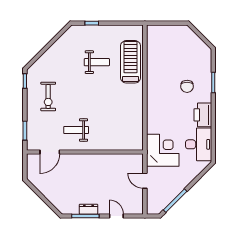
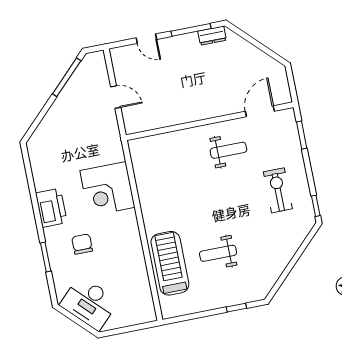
treadmill: (131, 62) -> (170, 263), turned 180
desk: (199, 144) -> (89, 303), moved, turned -45
corner desk: (163, 150) -> (107, 189), moved
dresser: (88, 209) -> (212, 36), moved

